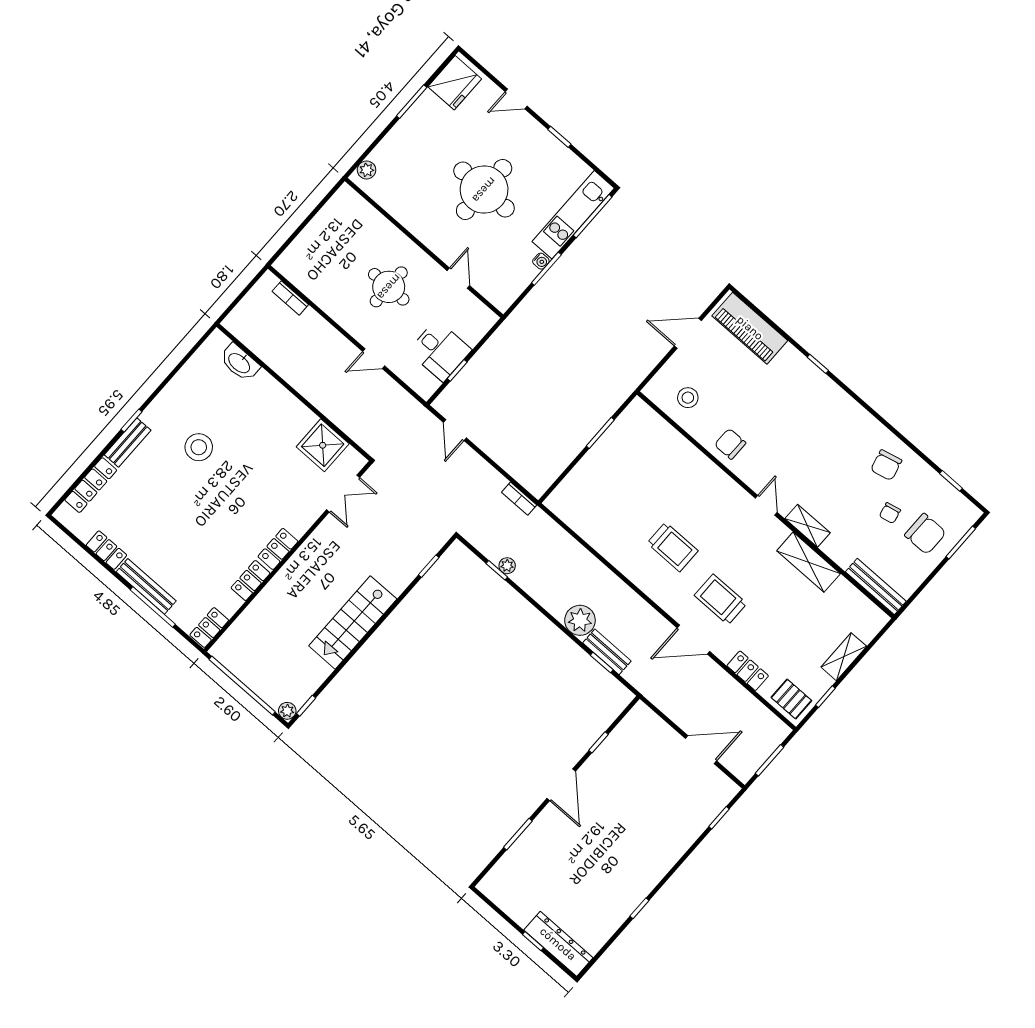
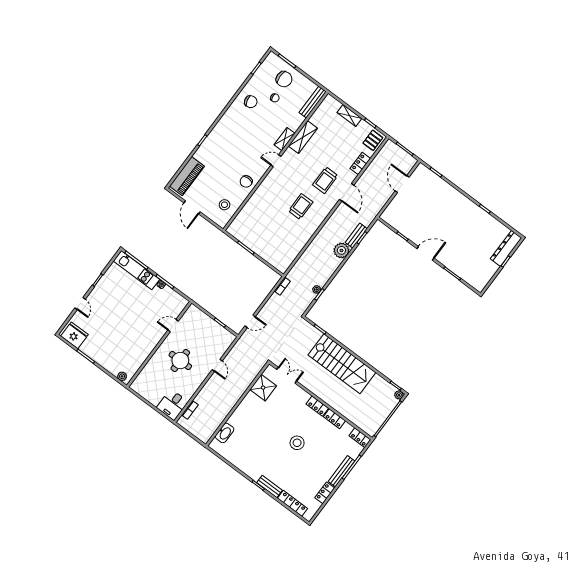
round table: (484, 190) -> (127, 316), removed
desk: (440, 351) -> (172, 405), moved, turned 180
stool: (199, 447) -> (297, 443), moved
chair: (925, 534) -> (284, 79), turned 90
stairs: (353, 622) -> (342, 364), width x1.36, depth x1.51

